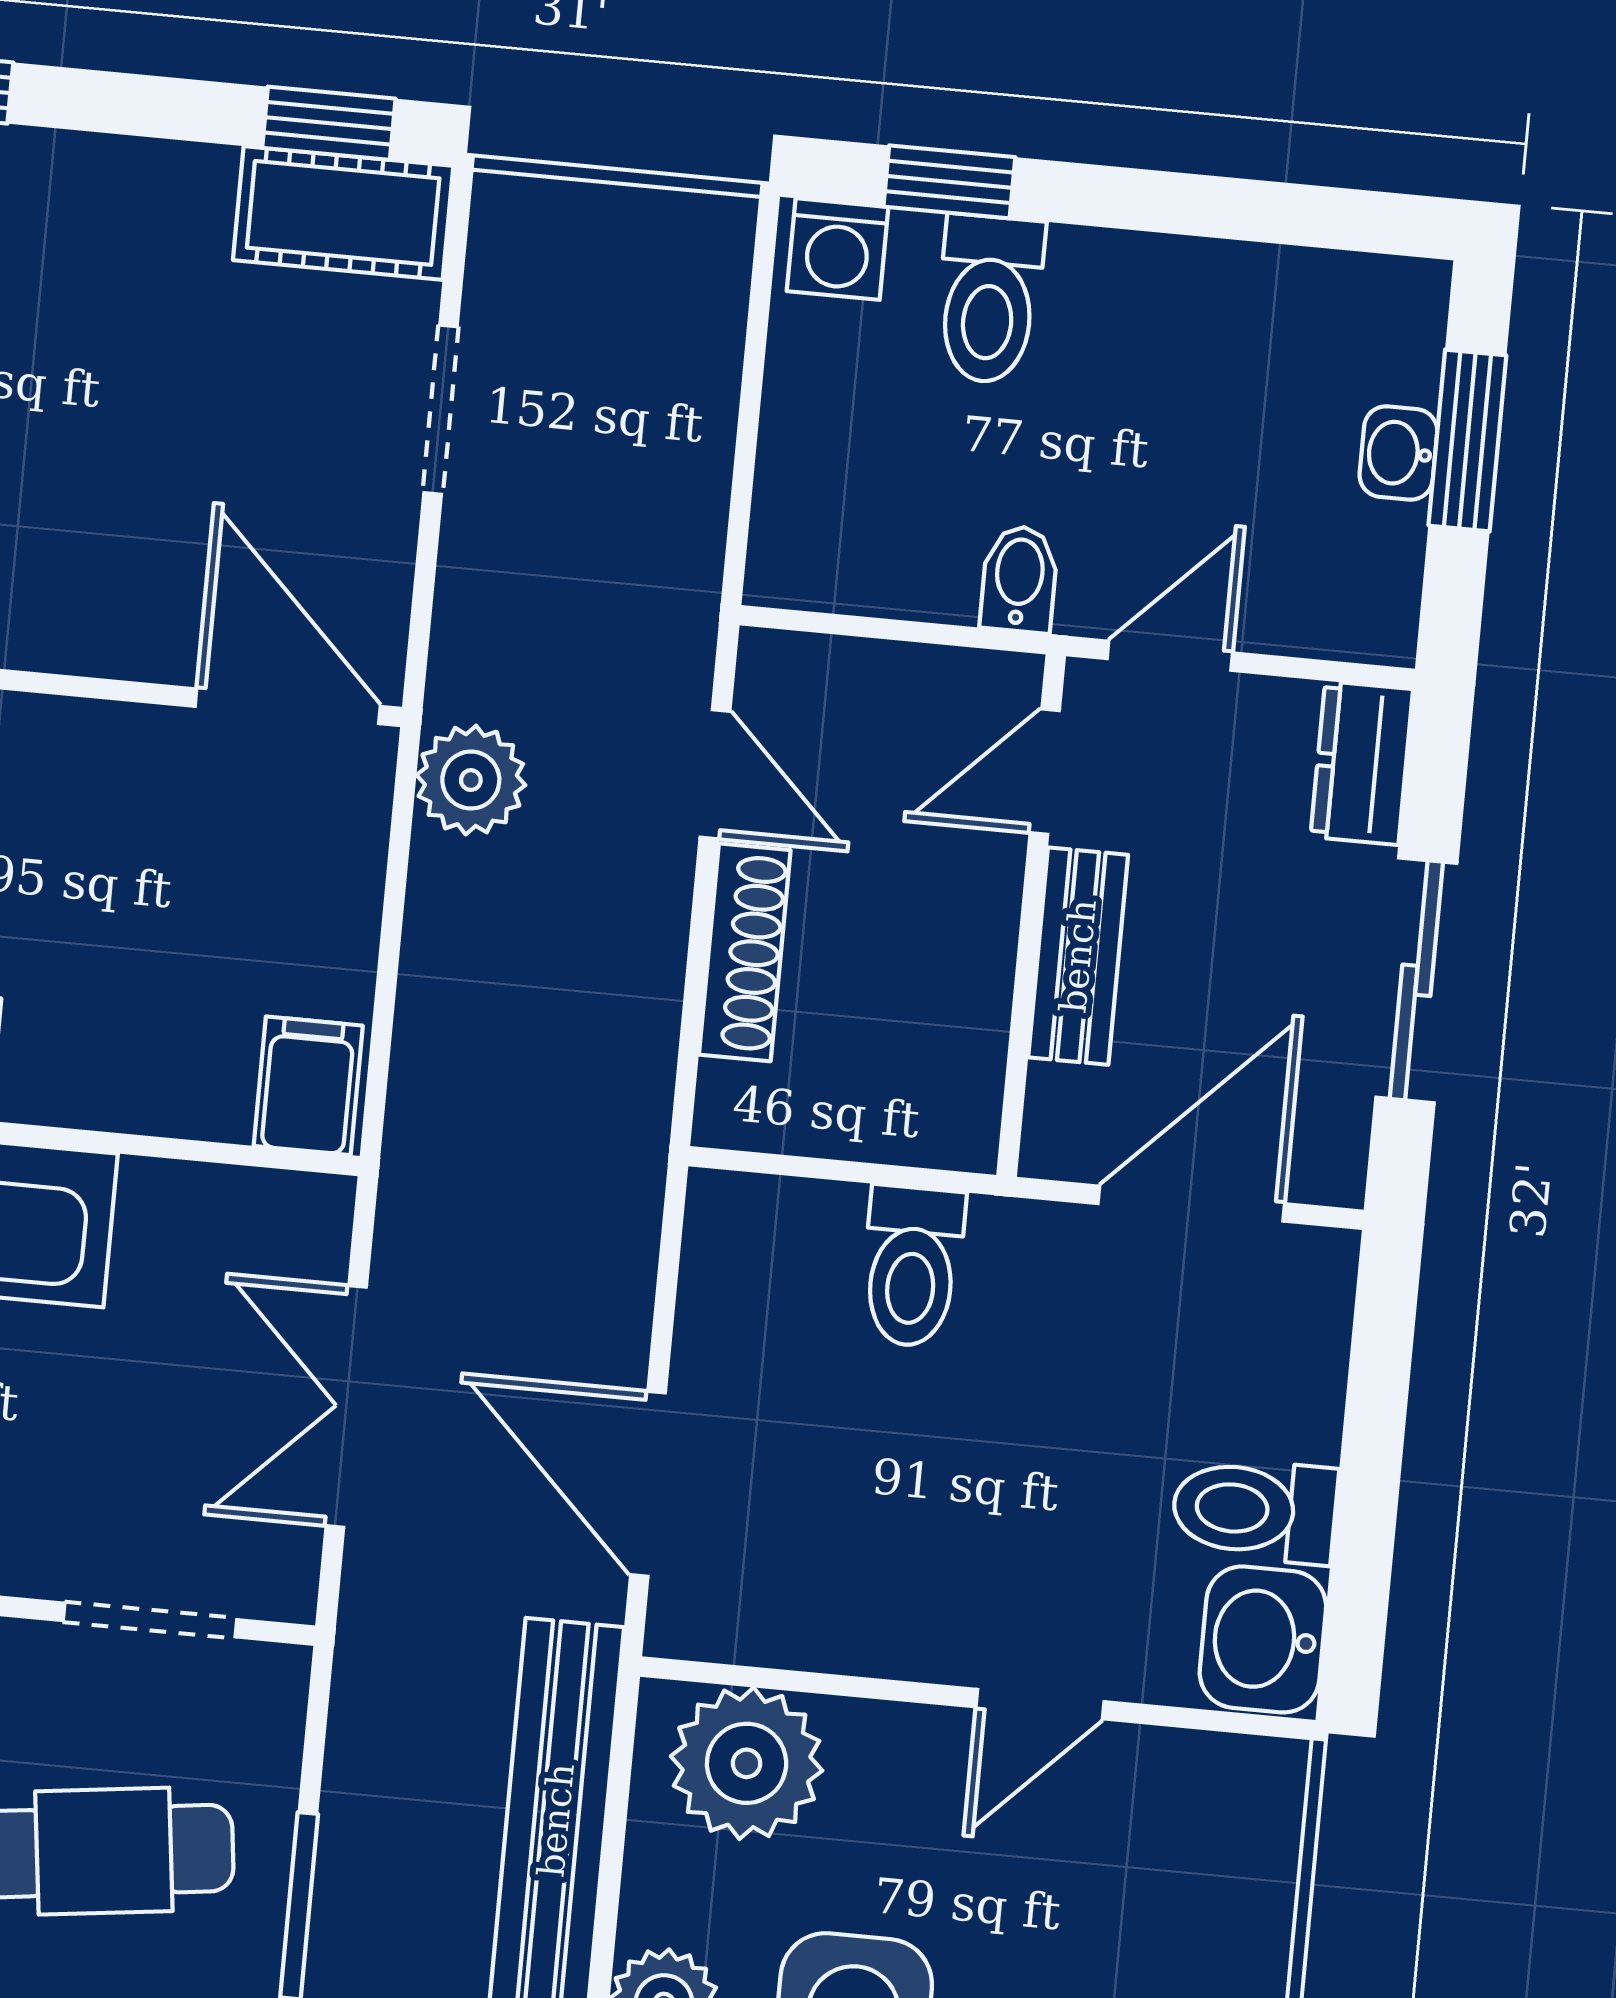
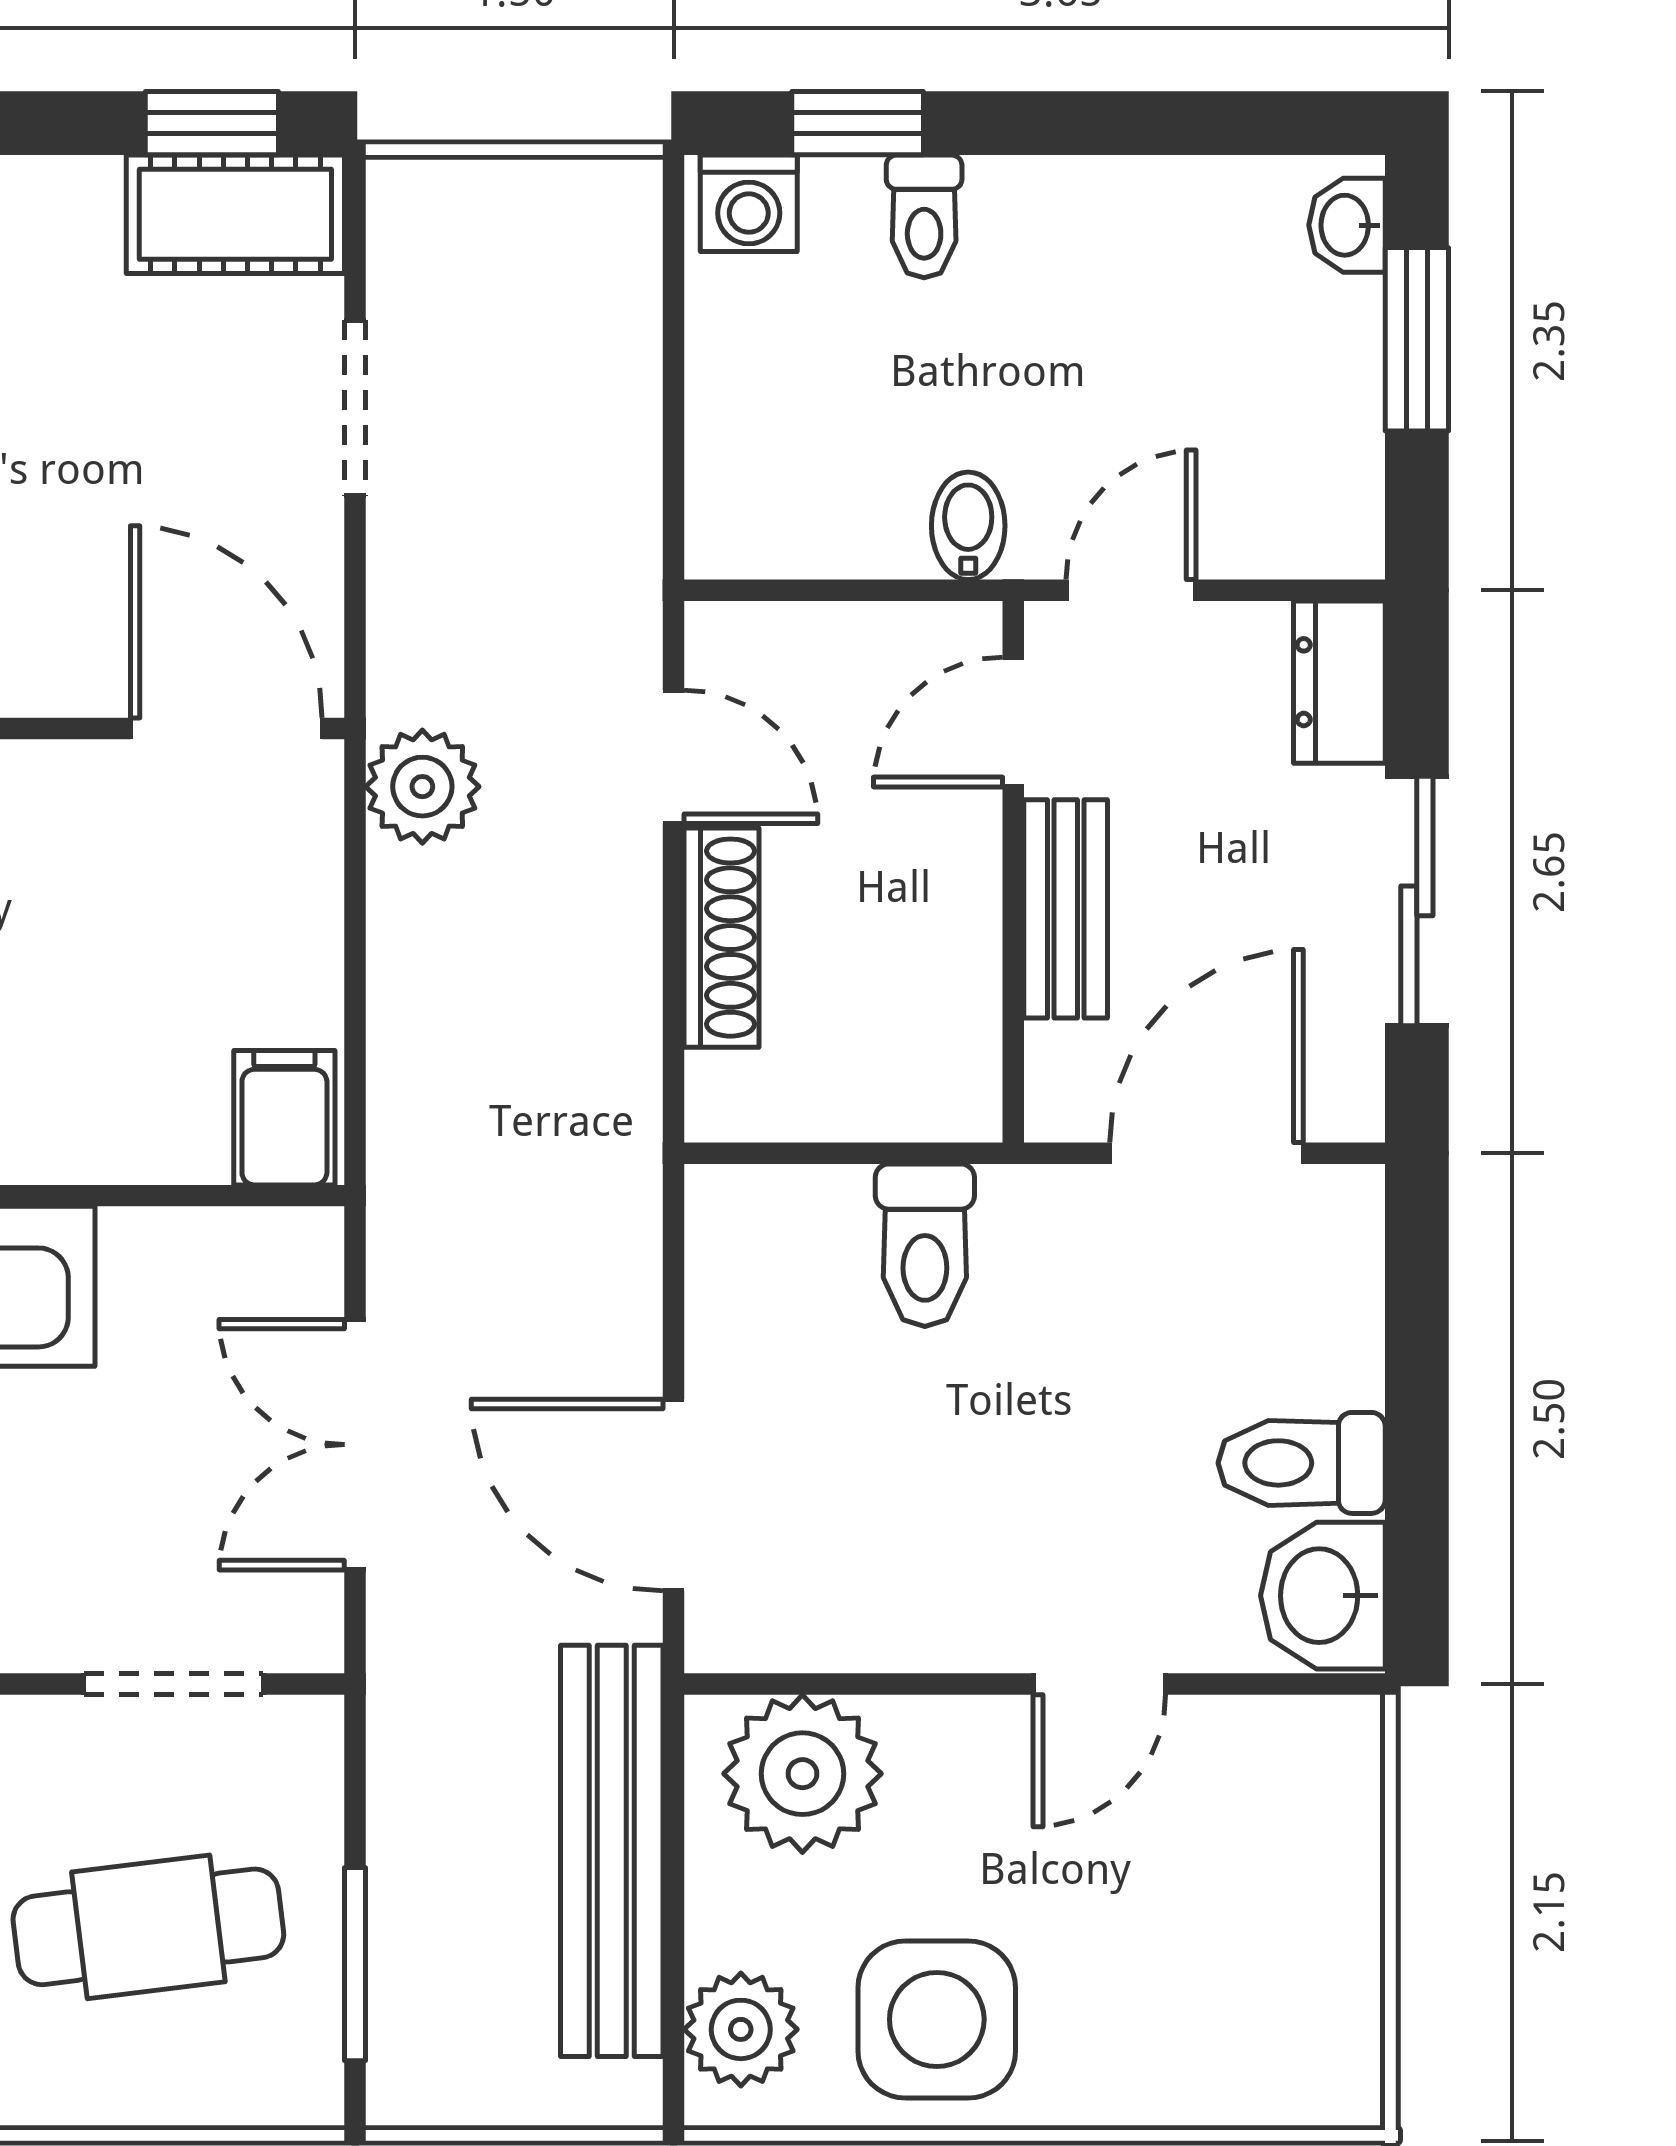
toilet: (989, 299) -> (924, 216), width x0.73, depth x0.72
washbasin: (1398, 453) -> (1347, 225), moved

